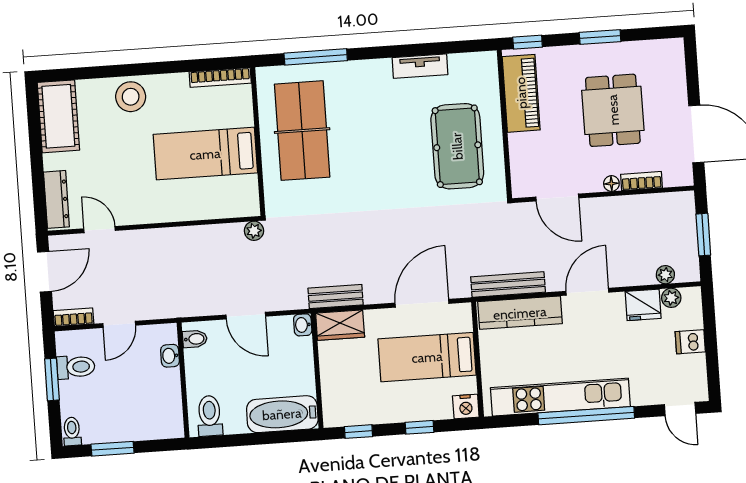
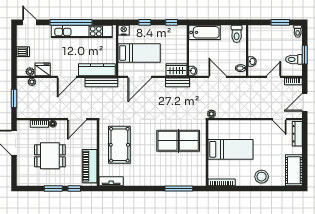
window: (528, 42) -> (74, 188), moved
tv unit: (420, 66) -> (111, 181), moved
dining table: (613, 110) -> (50, 156), turned 90
table tennis table: (302, 131) -> (178, 141), moved, turned 90
door: (557, 198) -> (77, 119), swing flipped

